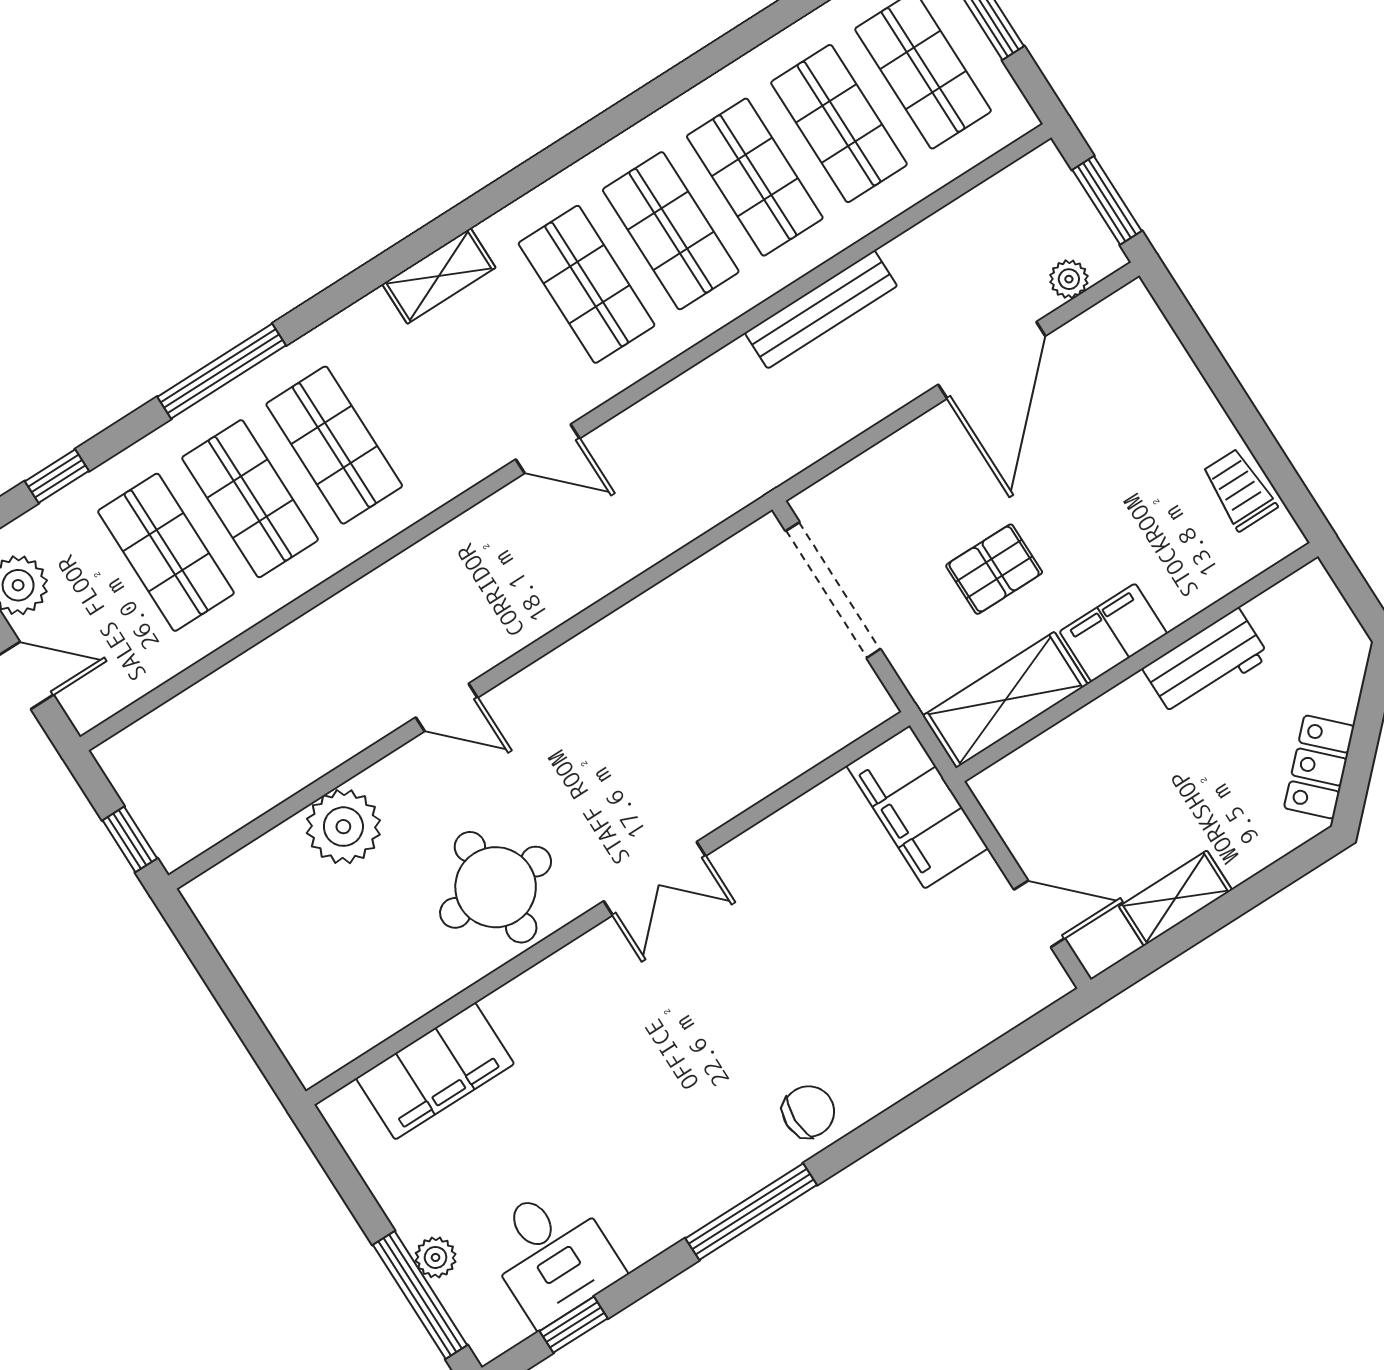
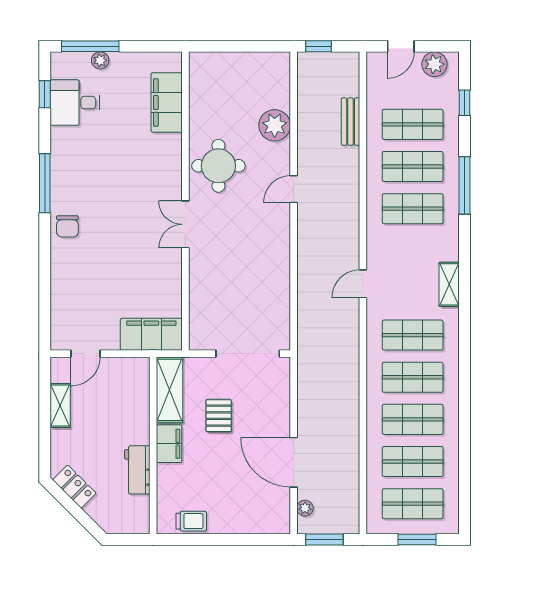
bench: (821, 309) -> (351, 122), moved, width x0.73

